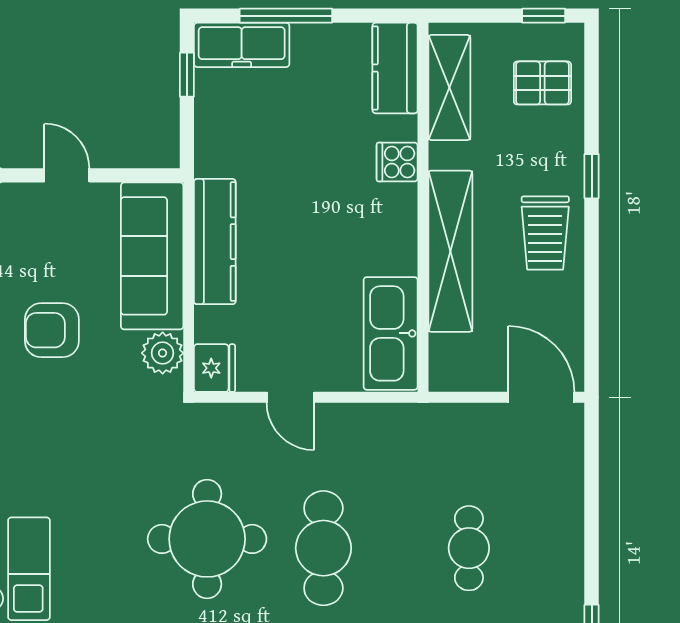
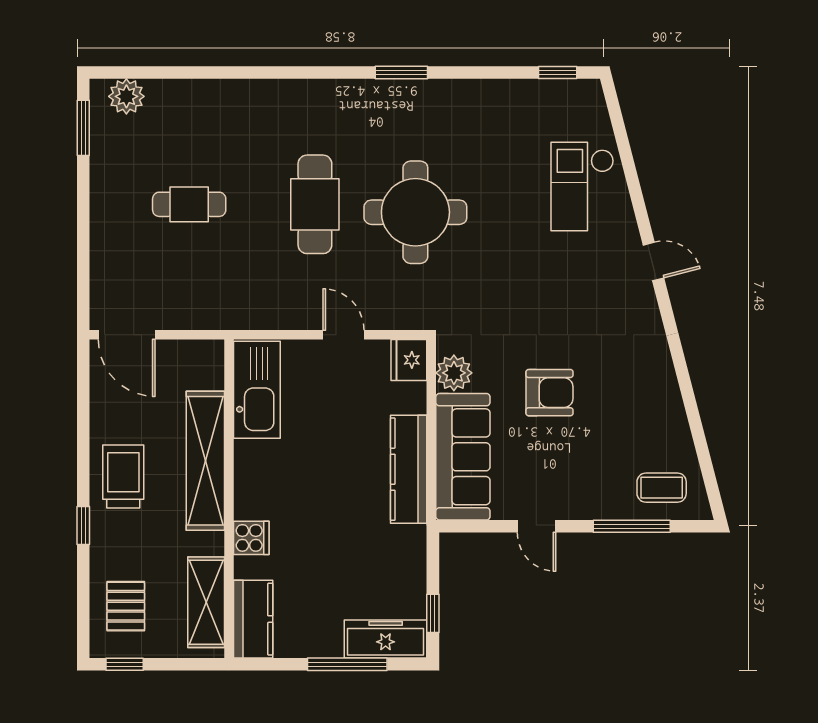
pallet: (542, 83) -> (126, 606), turned 90
cafe table: (469, 548) -> (189, 204), turned 90

